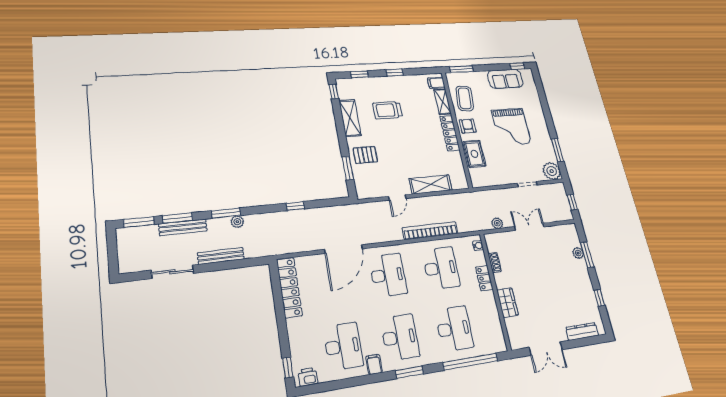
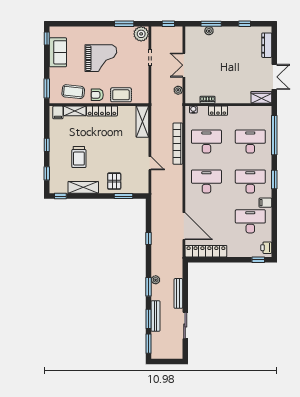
shelving: (431, 184) -> (142, 122), moved
door: (343, 249) -> (184, 226), moved
wardrobe: (507, 303) -> (261, 97), moved

